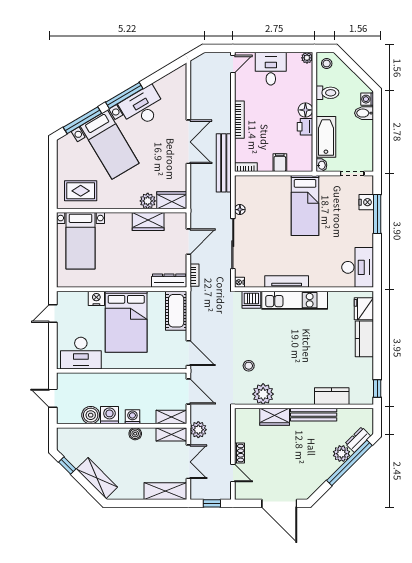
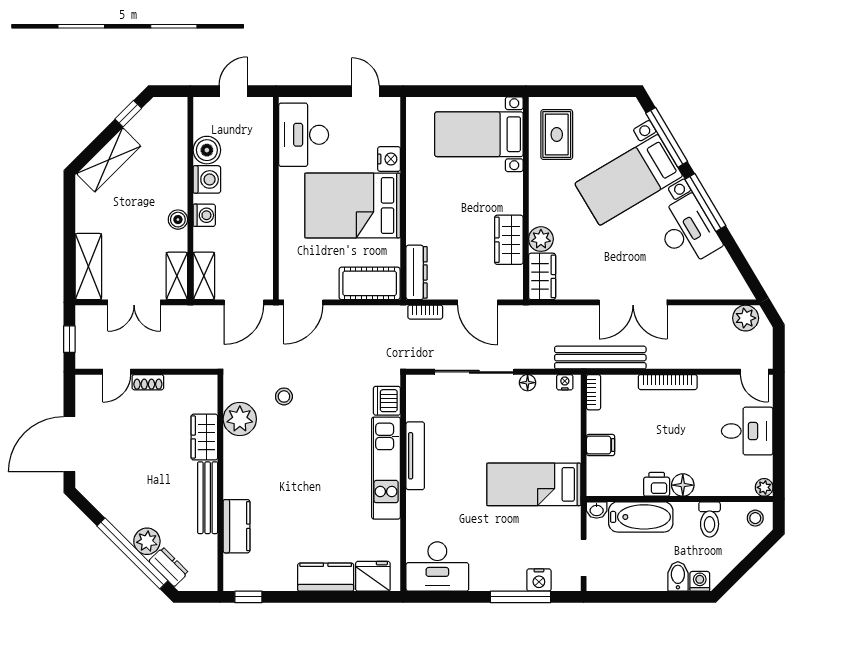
nightstand: (240, 282) -> (565, 382), moved
plant: (198, 430) -> (746, 318), moved

